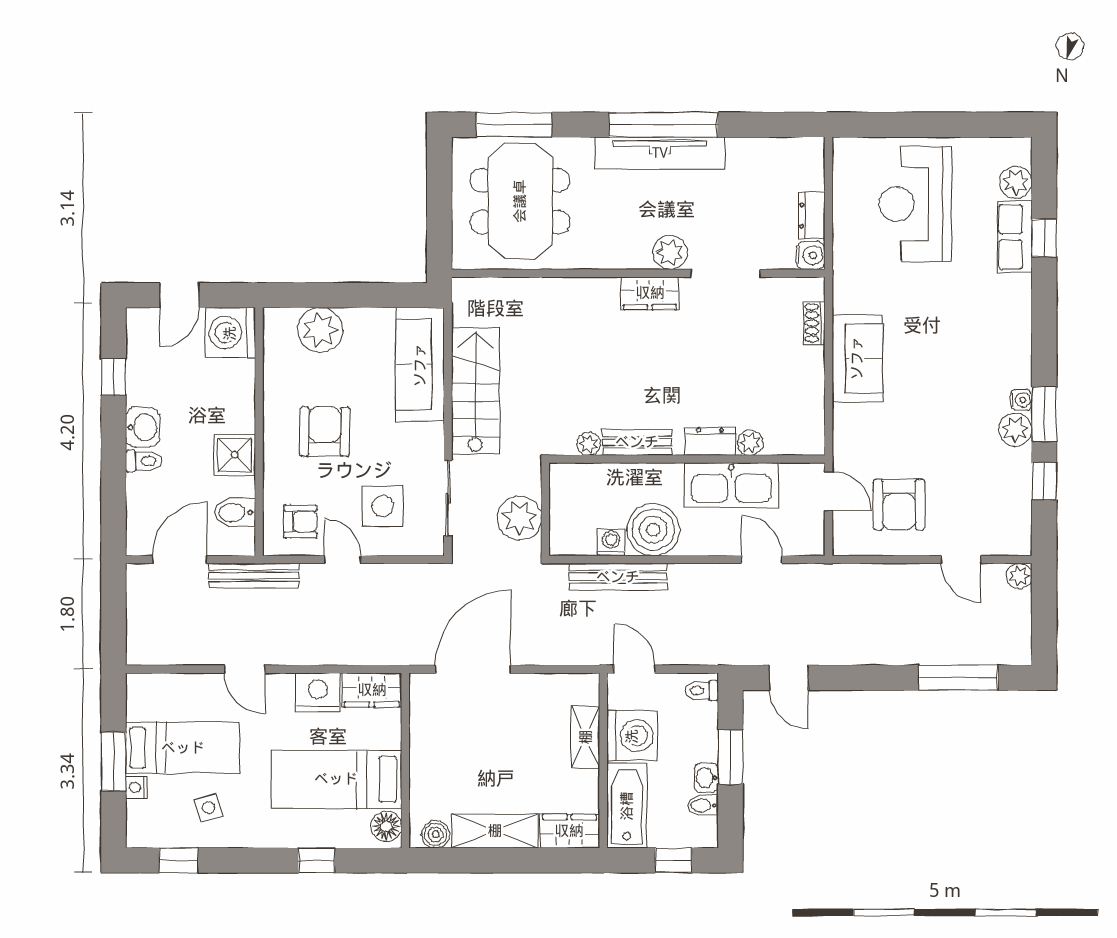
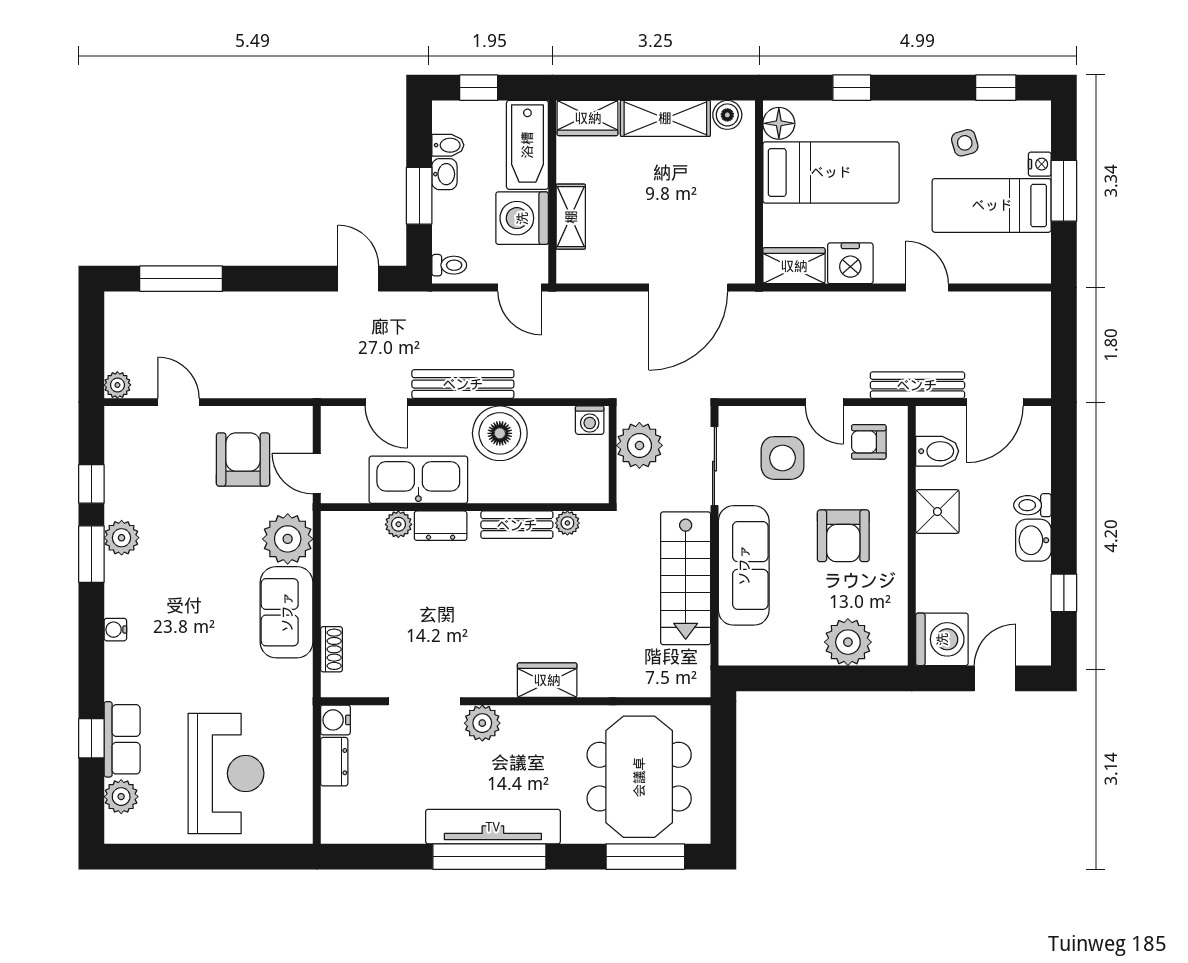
wardrobe: (650, 293) -> (547, 680), moved
sofa: (420, 365) -> (744, 565), moved
water cooler: (1021, 400) -> (115, 630), moved
plant: (856, 429) -> (288, 539), added
washing machine: (611, 542) -> (590, 420), moved
bench: (618, 577) -> (463, 384), moved

